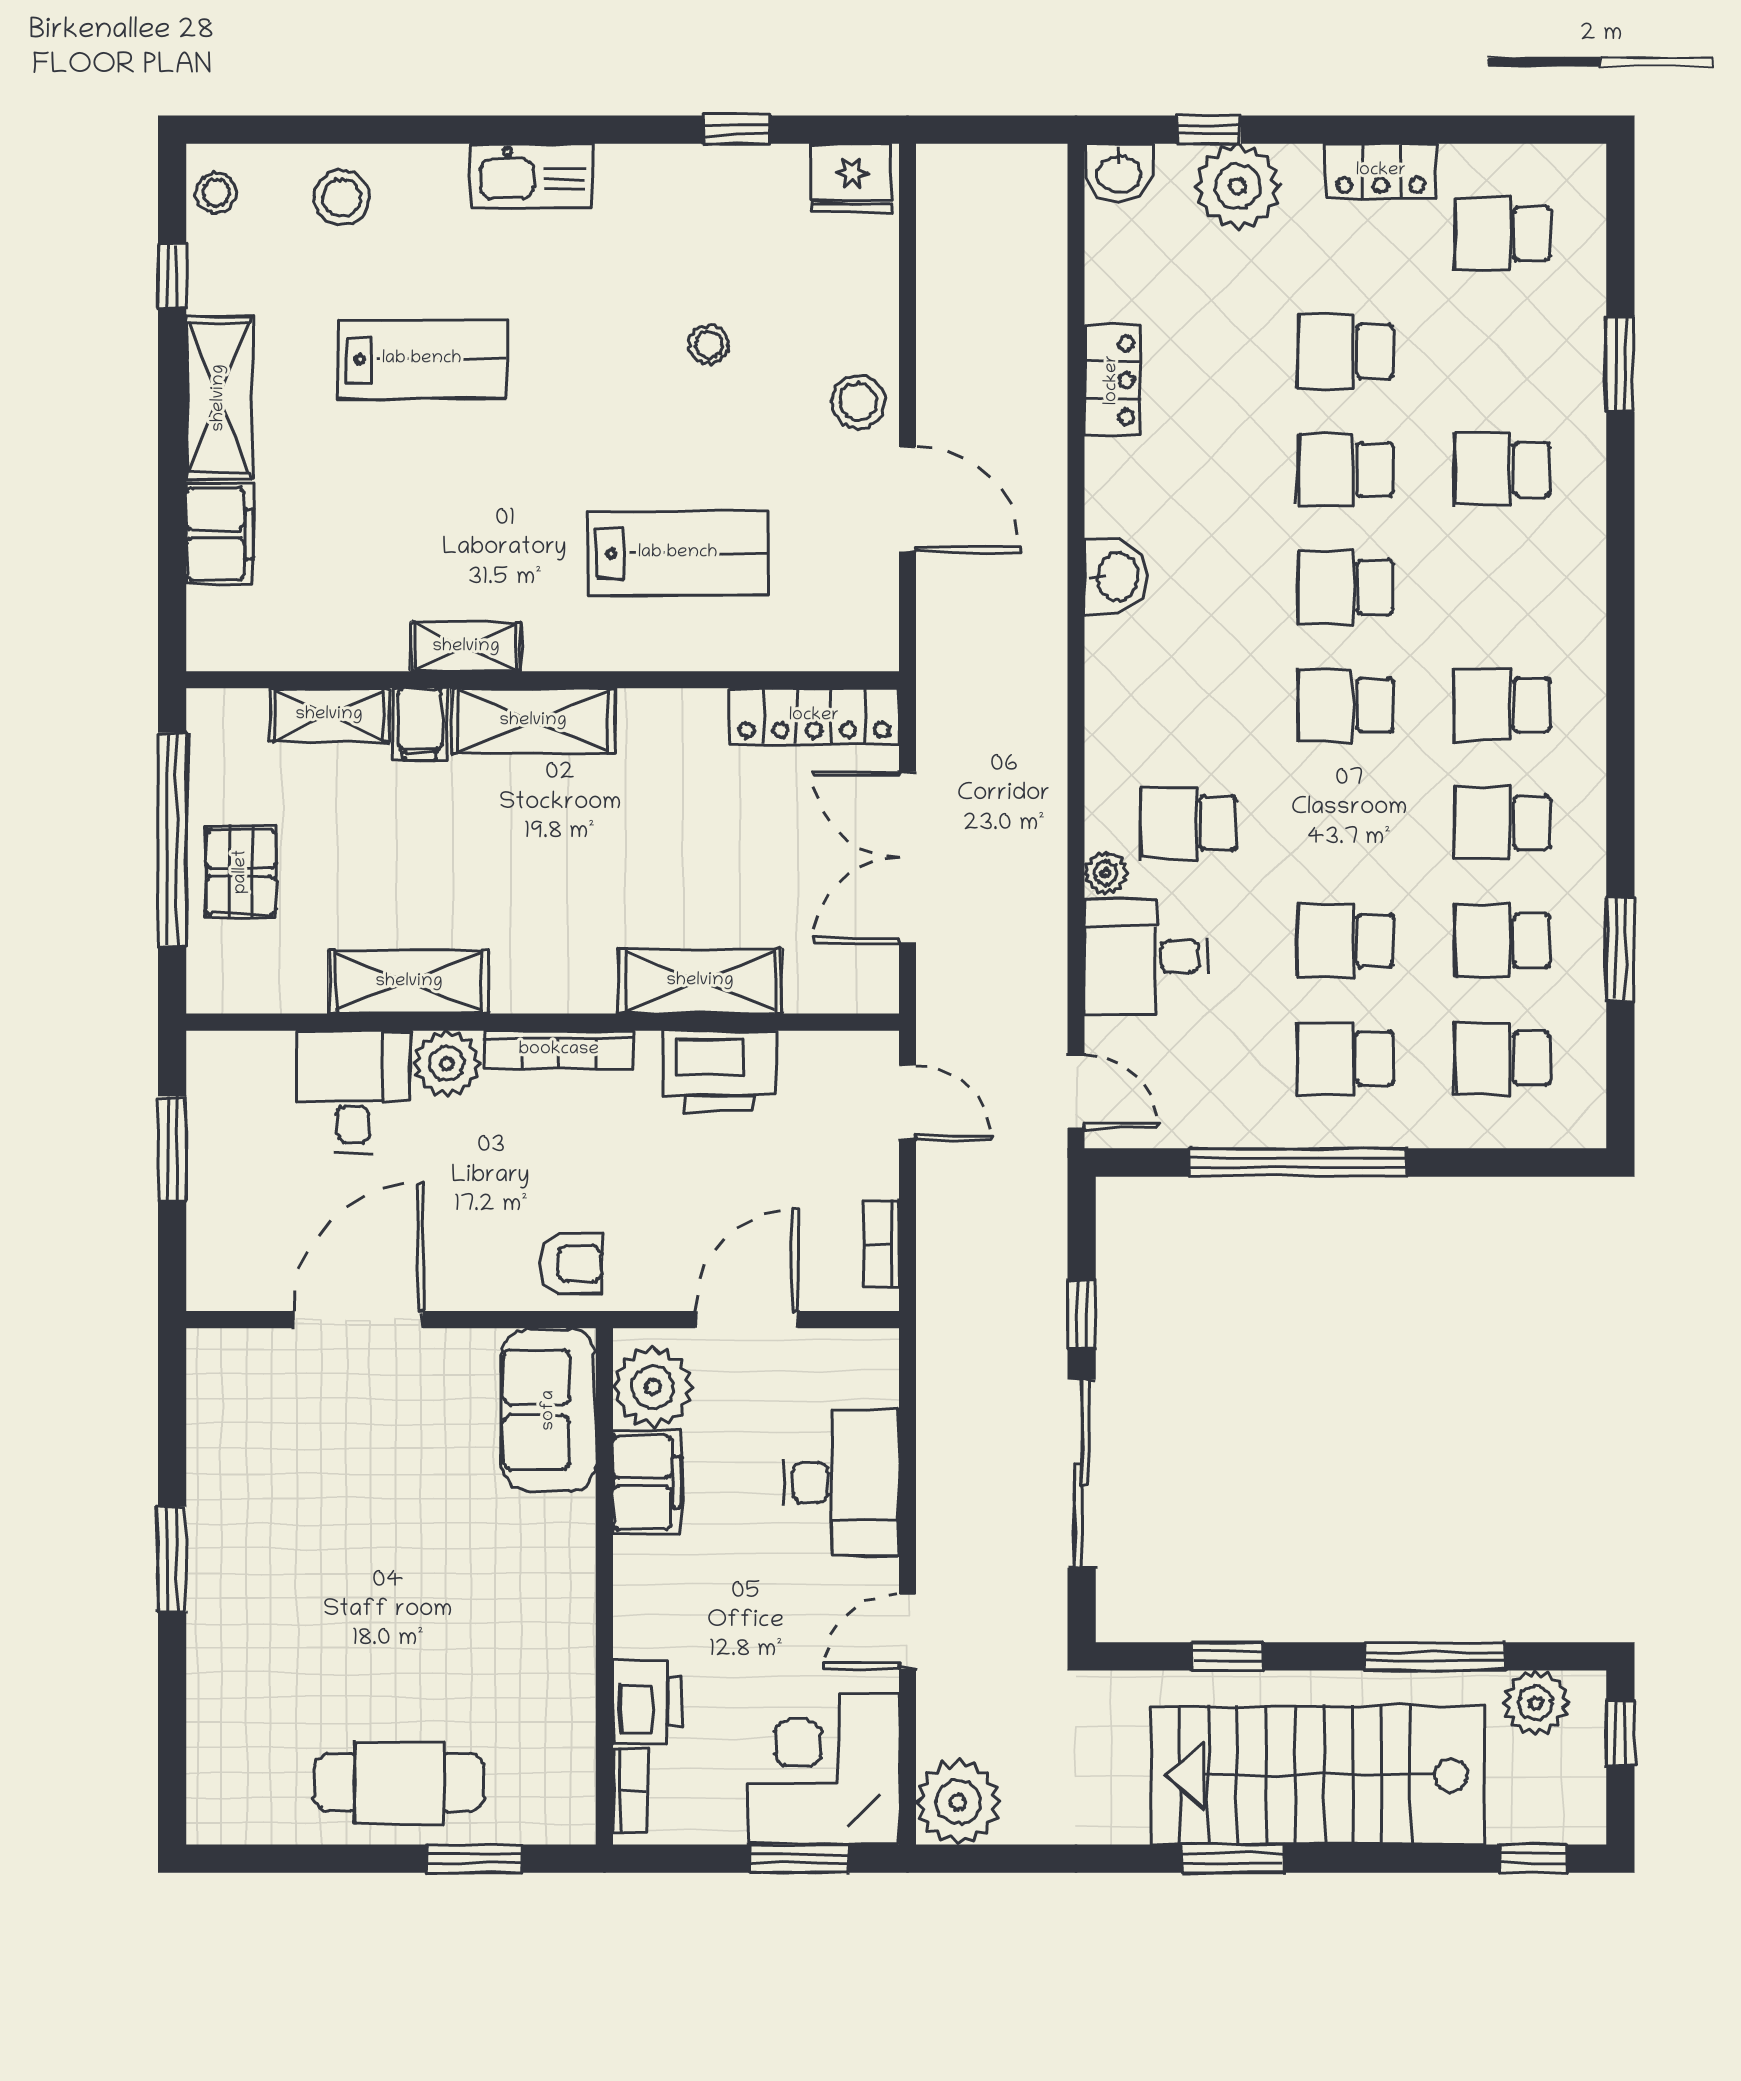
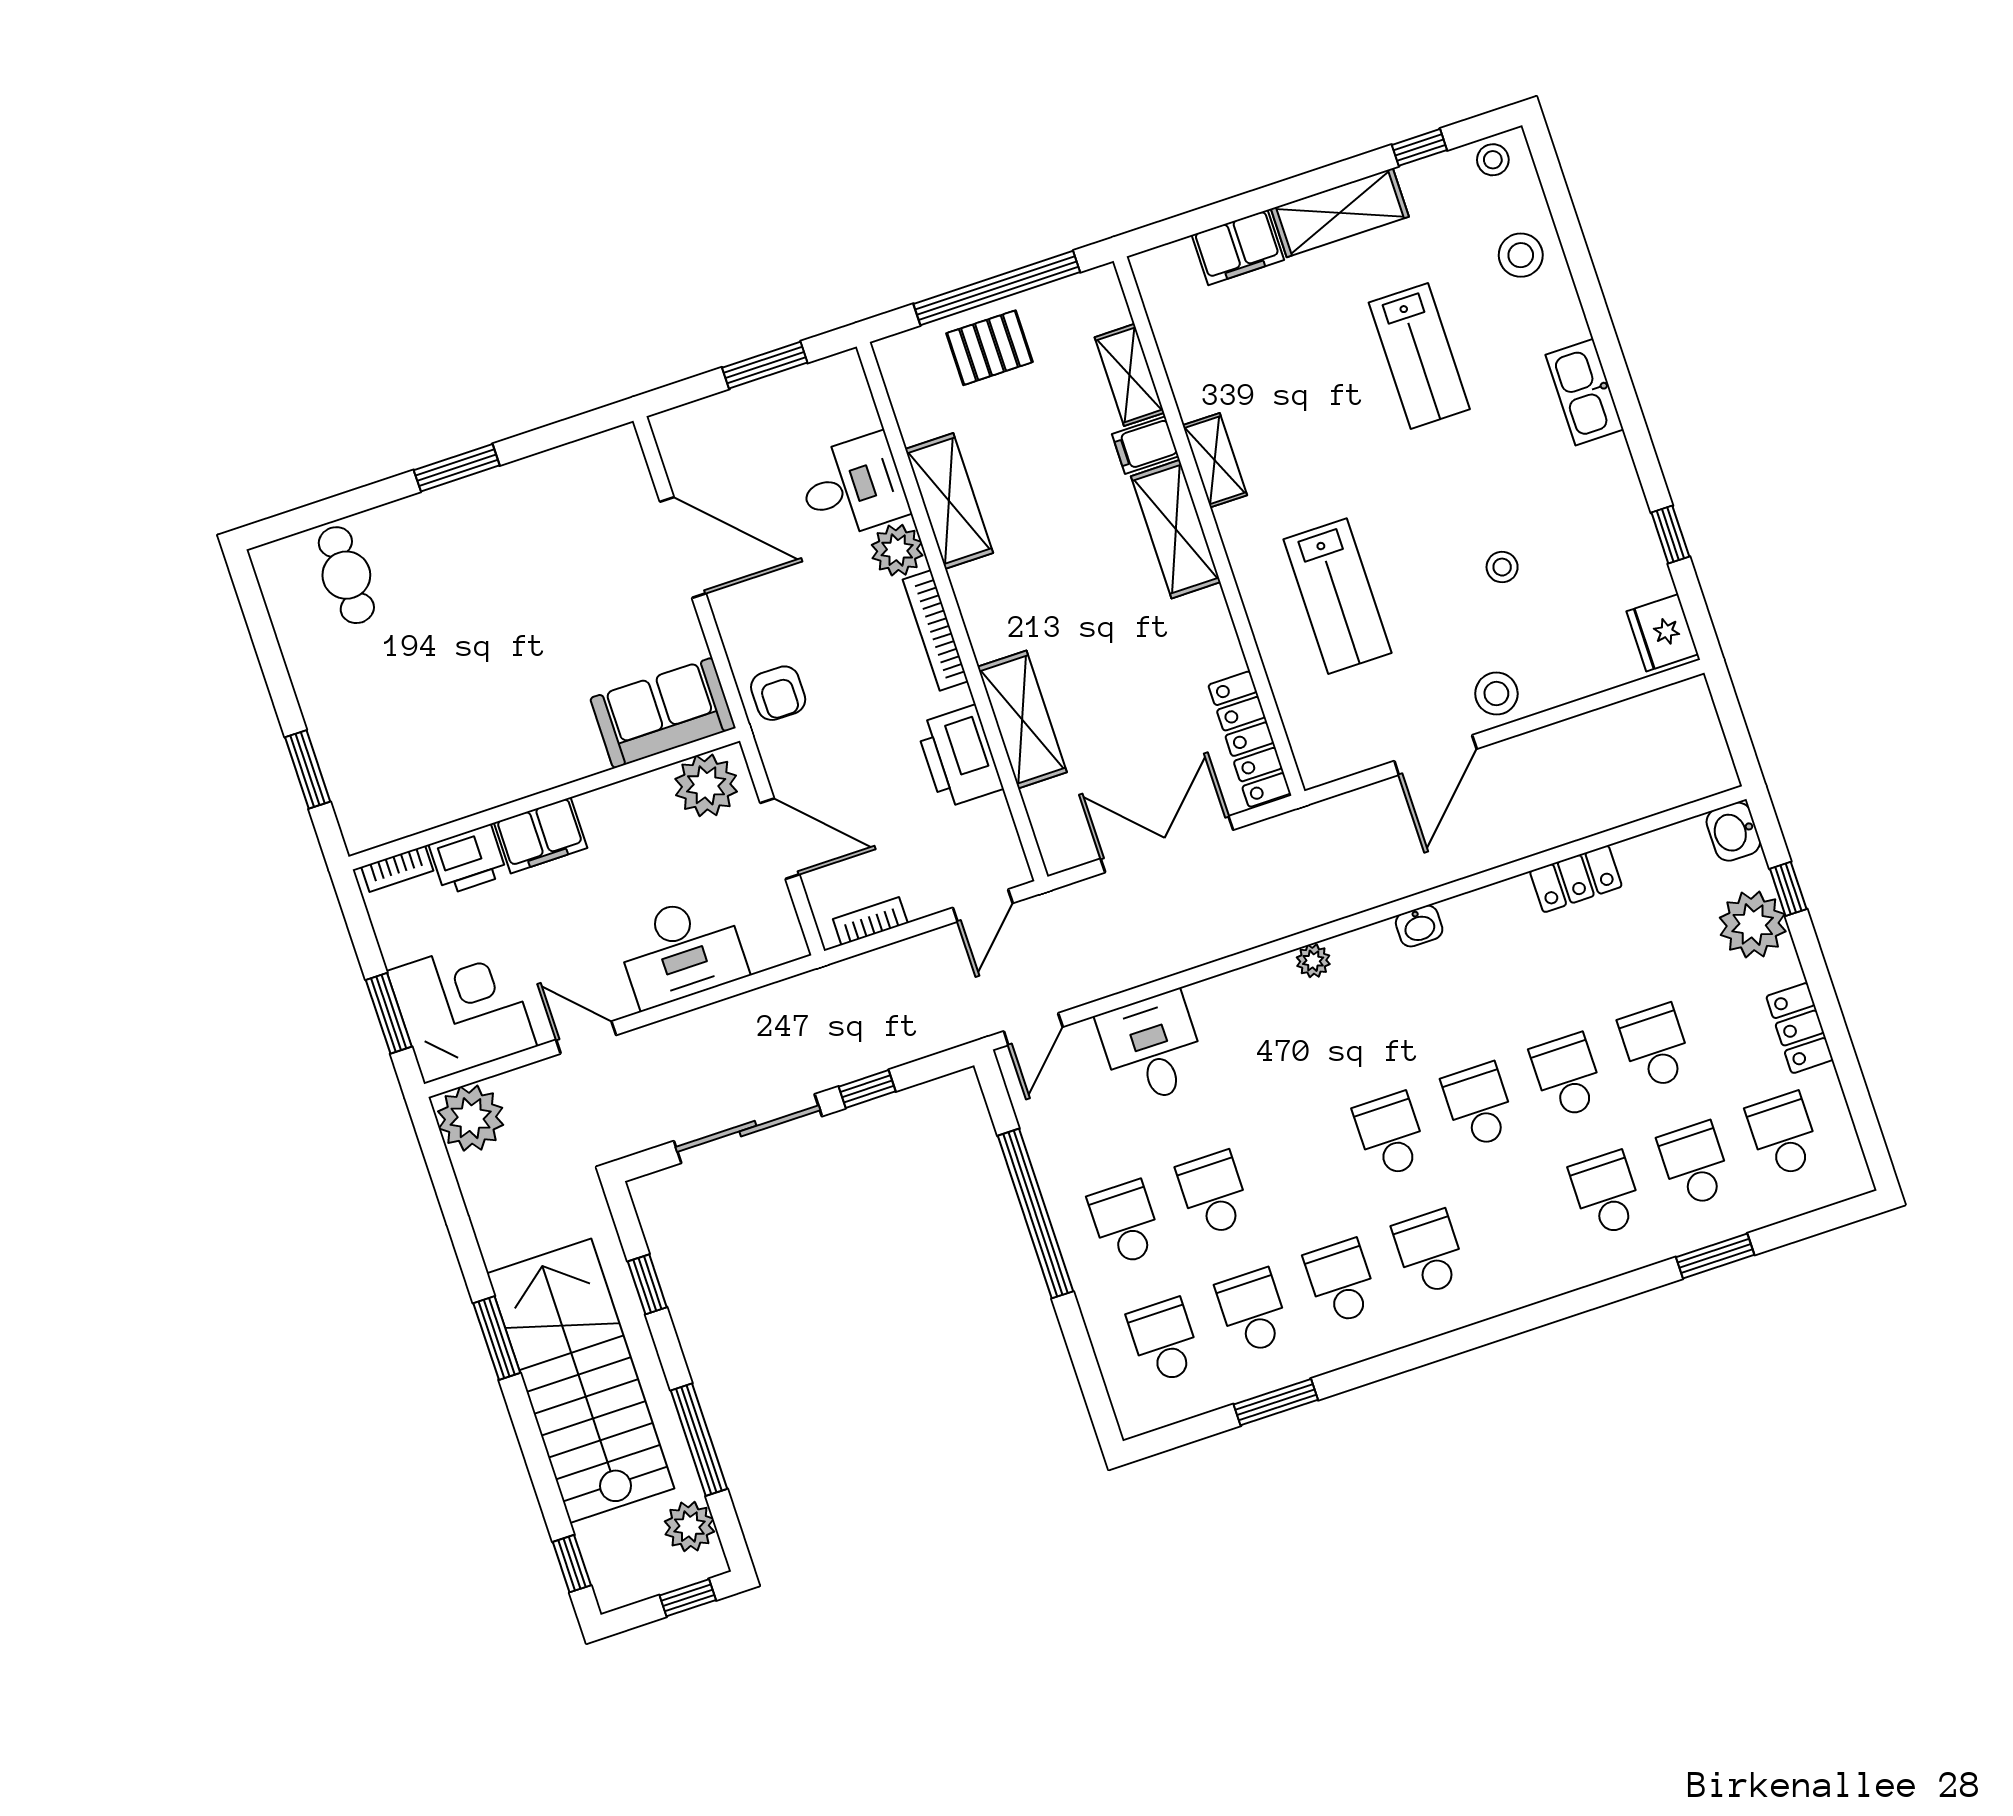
washbasin: (1116, 577) -> (1419, 926), width x0.72, depth x0.69
school desk: (1188, 823) -> (1695, 1164), moved
plant: (1106, 873) -> (1313, 961), moved
filing cabinet: (647, 1482) -> (541, 835), moved
cafe table: (399, 1783) -> (346, 575), moved, width x0.73, depth x0.74

